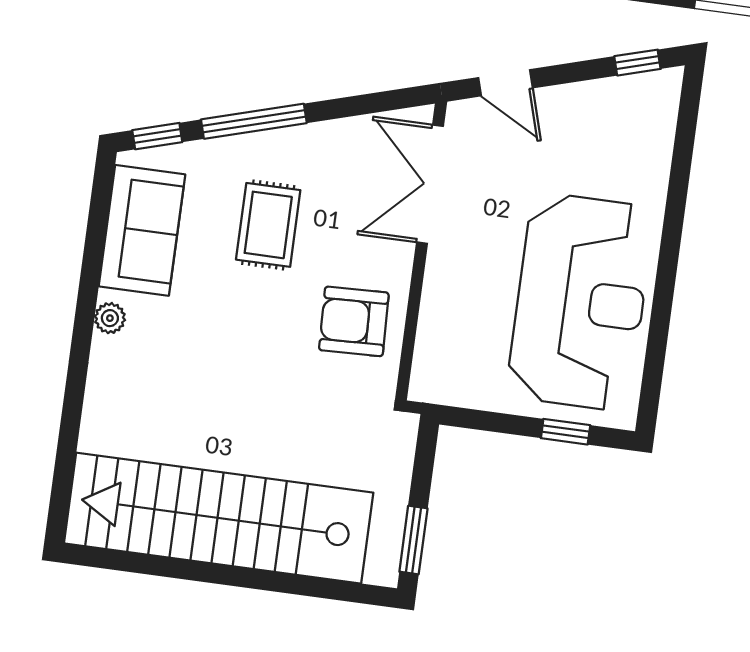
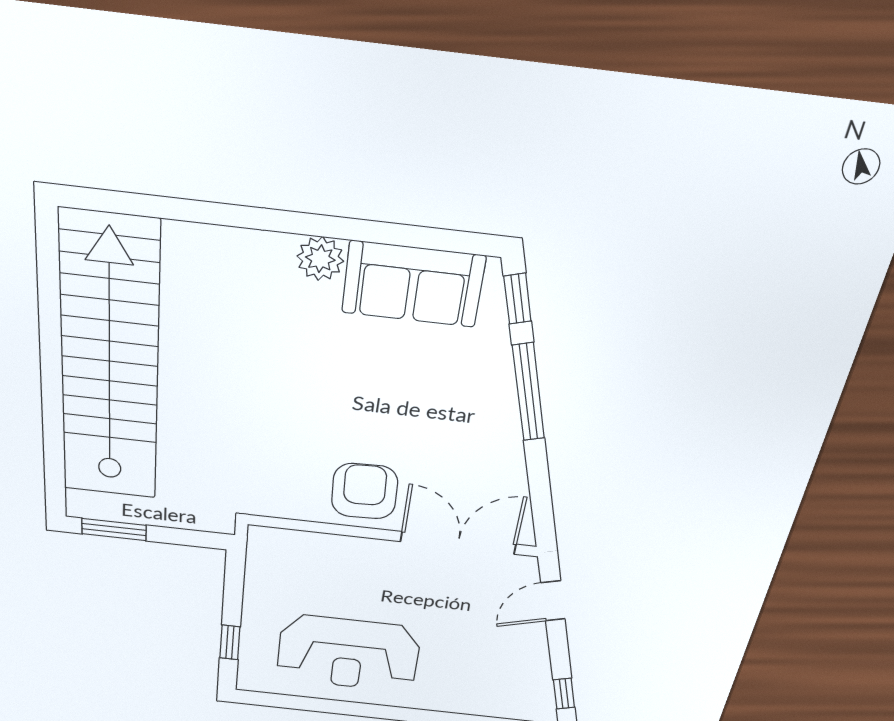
rug: (268, 225) -> (419, 406), removed
reception desk: (580, 302) -> (348, 653), width x0.74, depth x0.77
plant: (110, 318) -> (320, 259), width x1.38, depth x1.38
armchair: (354, 321) -> (365, 491), moved

